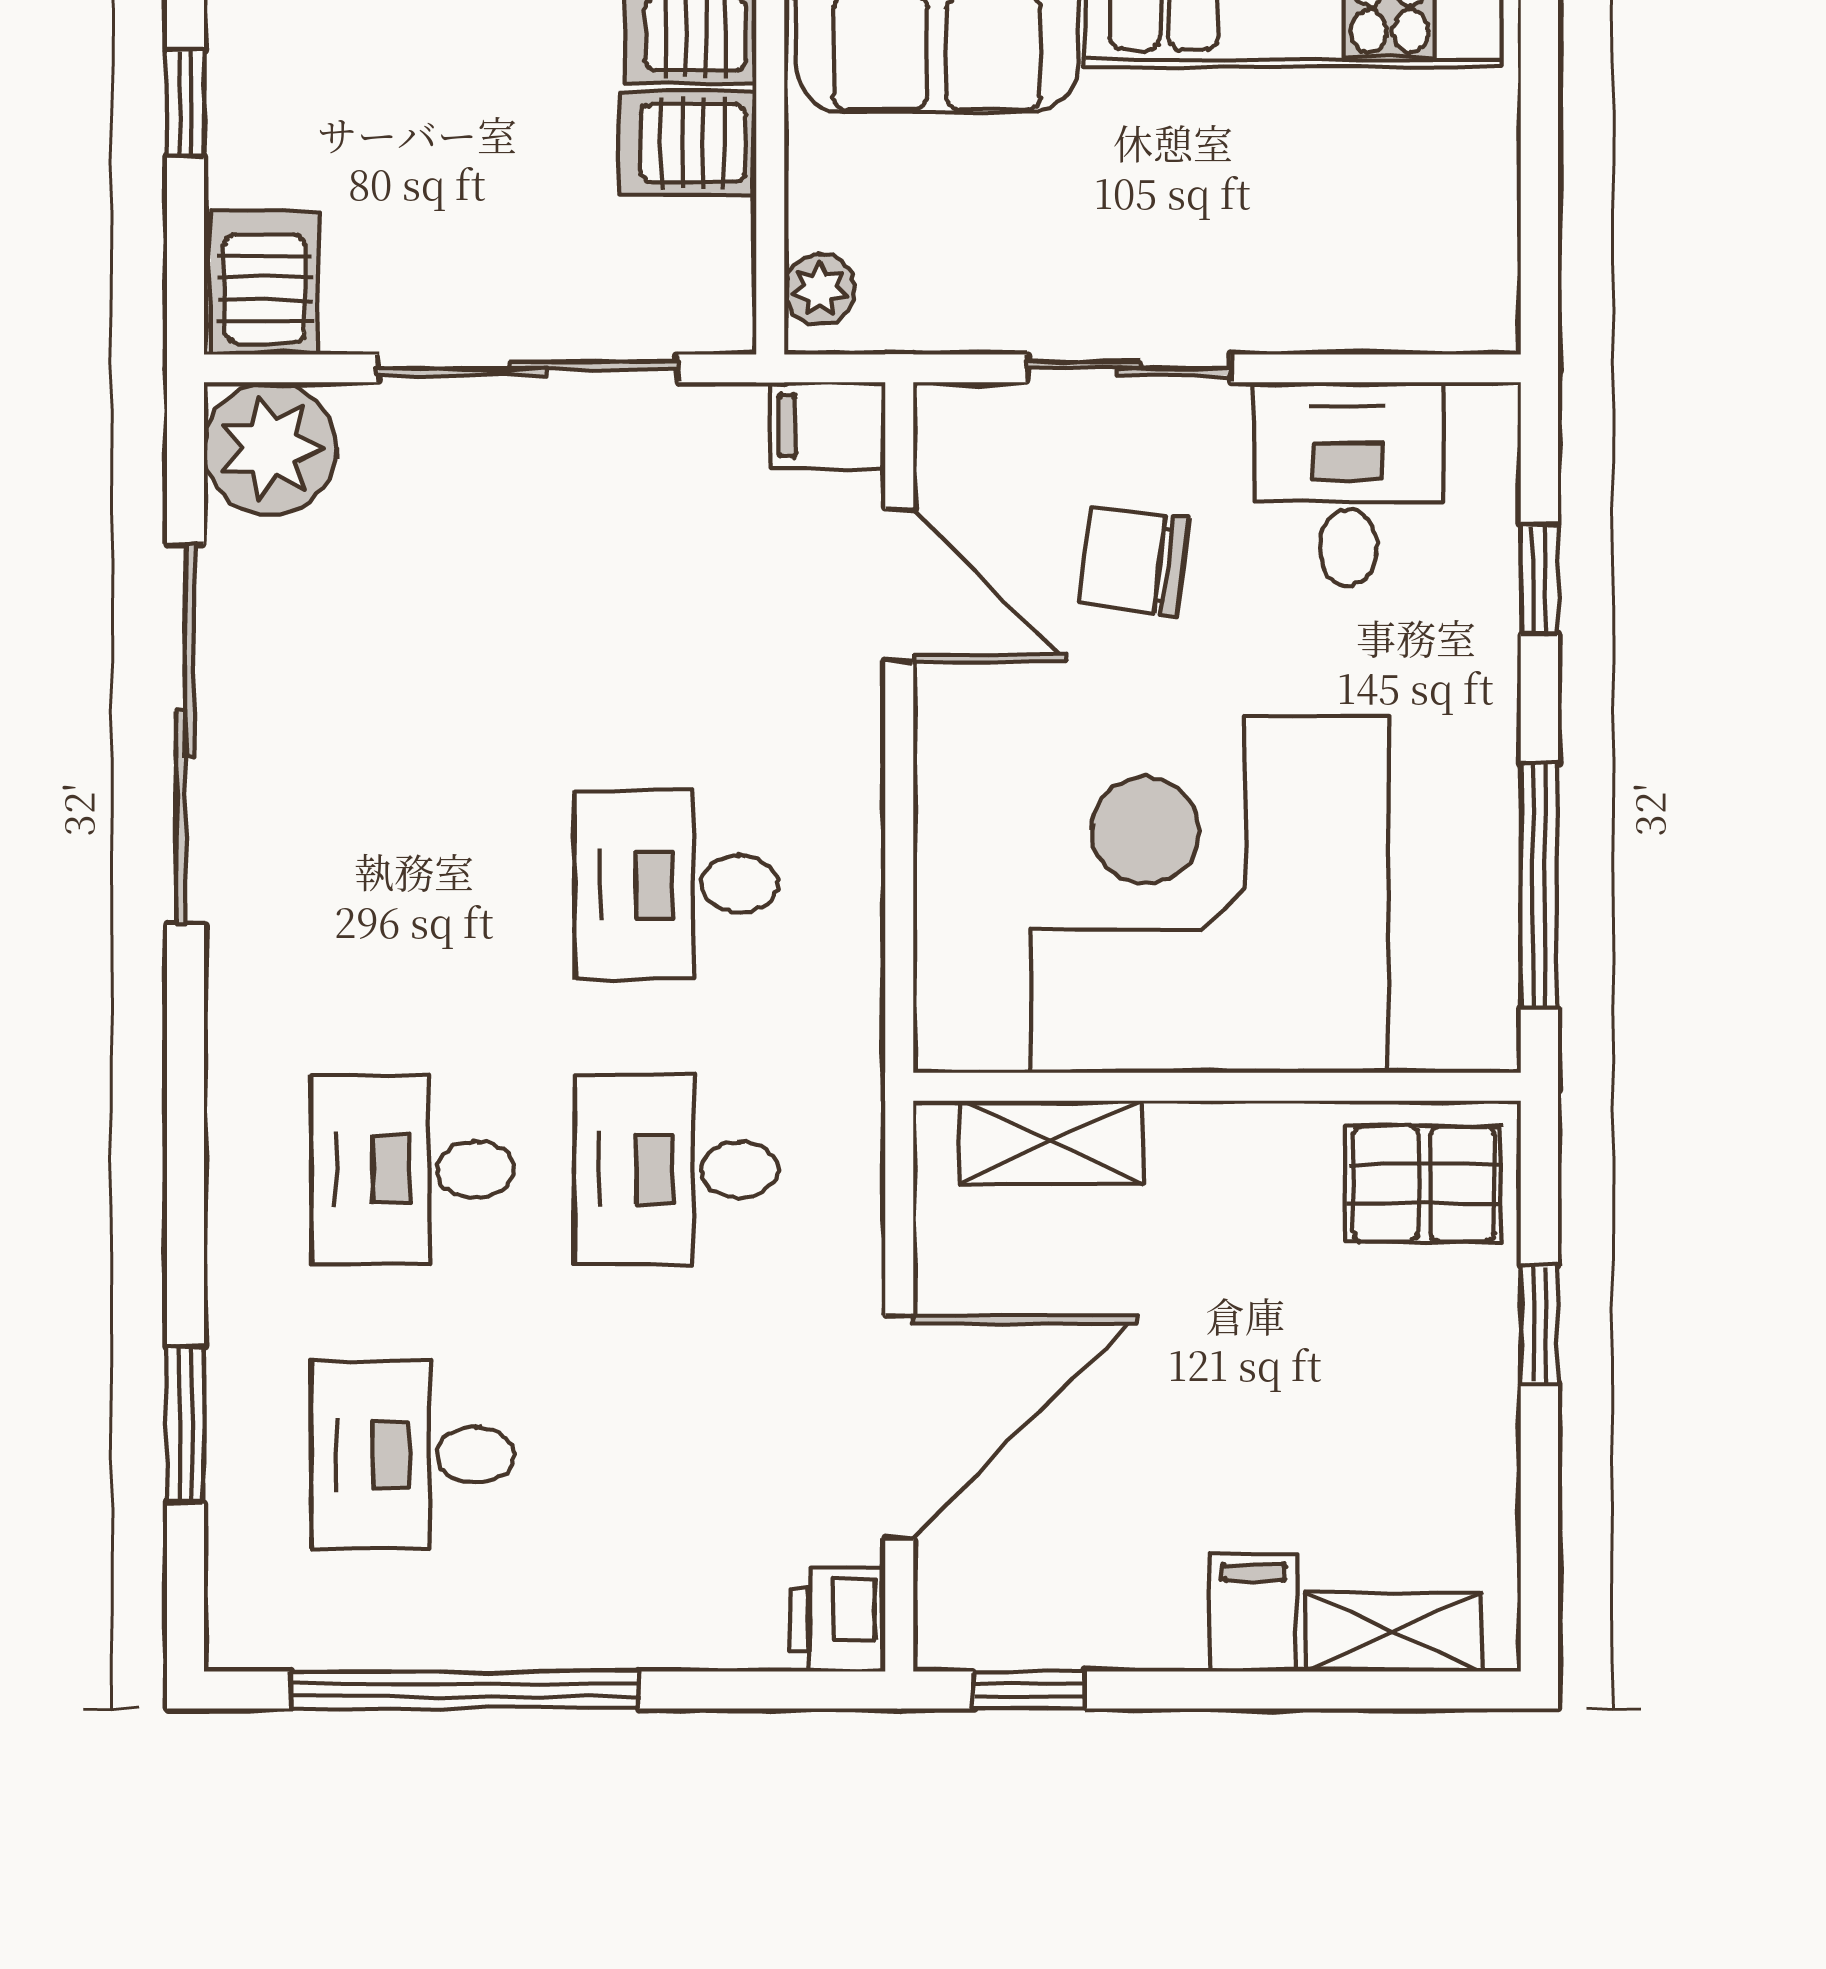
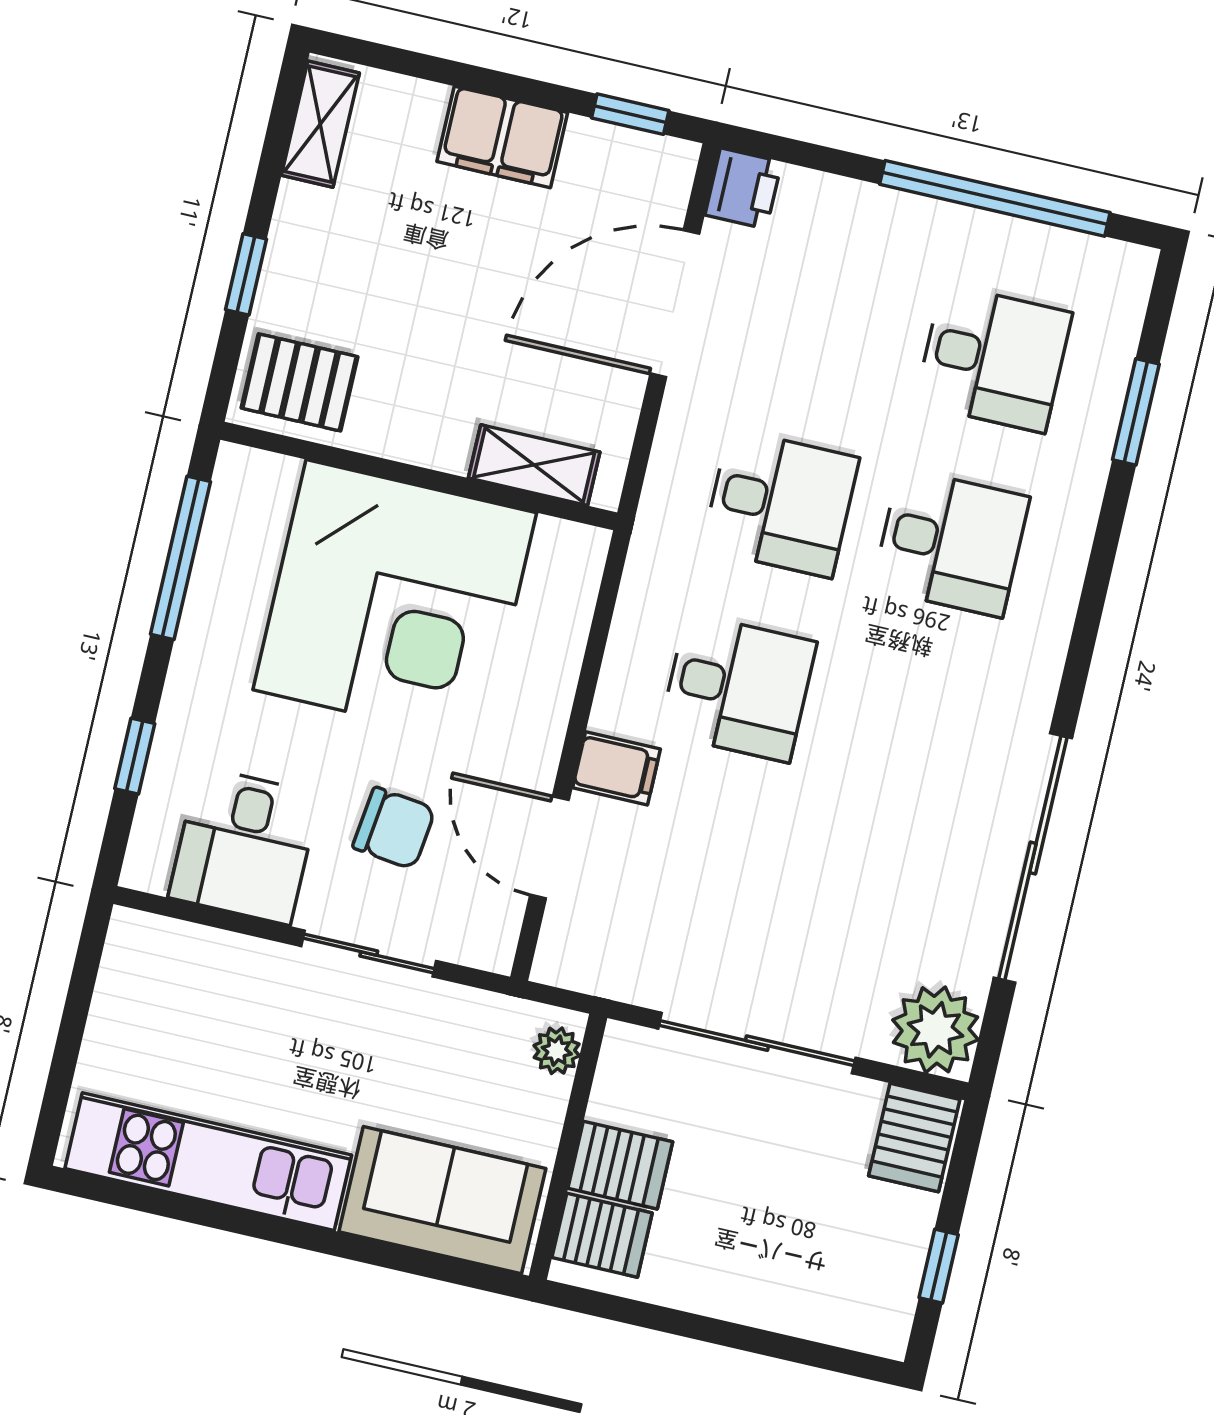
filing cabinet: (828, 426) -> (616, 768), moved
filing cabinet: (1253, 1613) -> (502, 137), width x2.00
shelving: (1393, 1632) -> (320, 124), moved, turned 90

